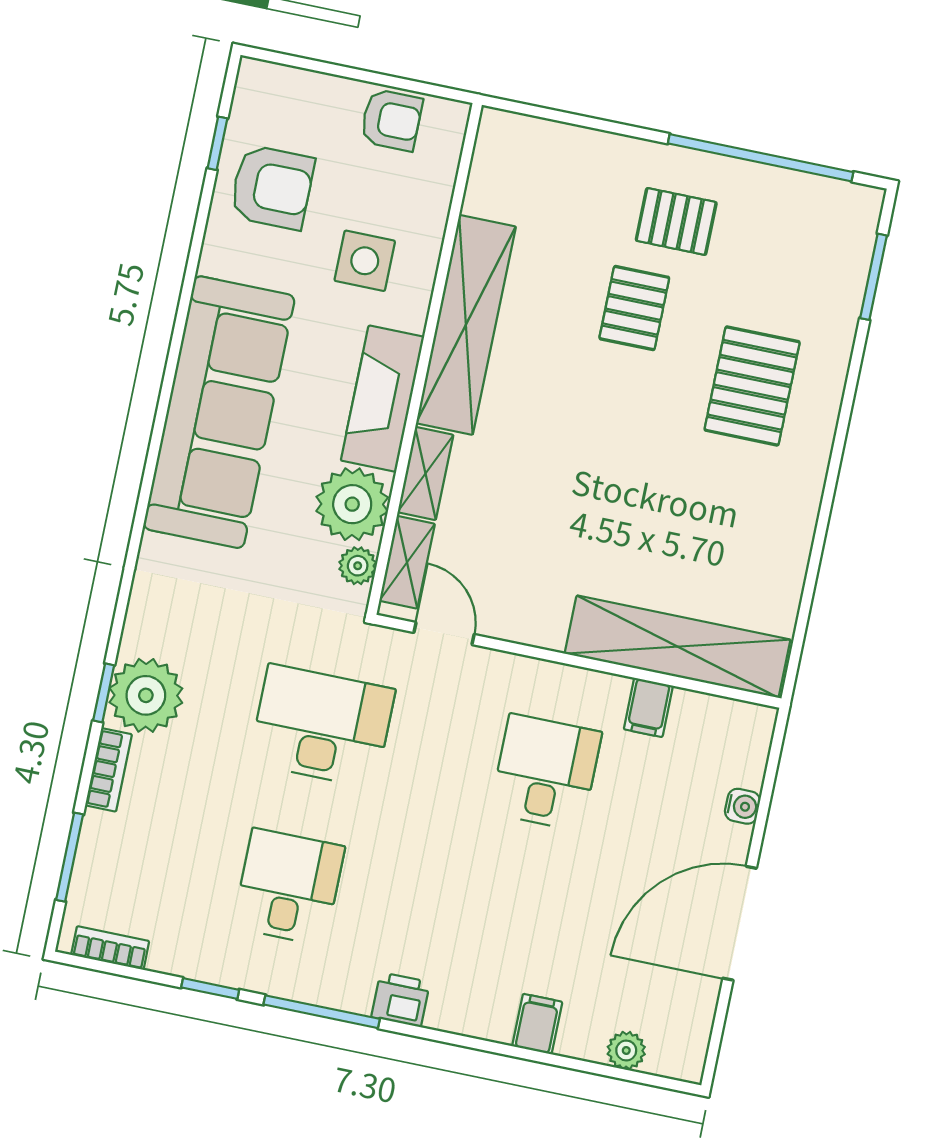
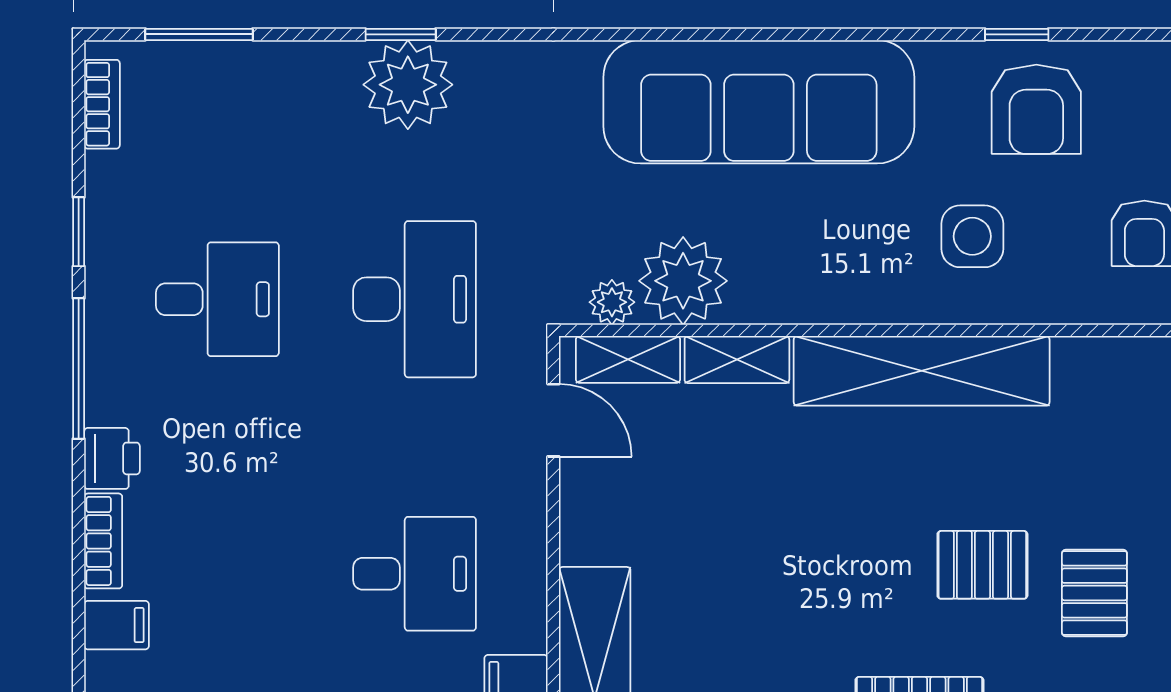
window: (217, 143) -> (1017, 34), moved
fireplace: (382, 399) -> (814, 291), removed
door: (444, 633) -> (553, 420), hinge flipped
bookcase: (109, 770) -> (103, 541), moved, turned -90

